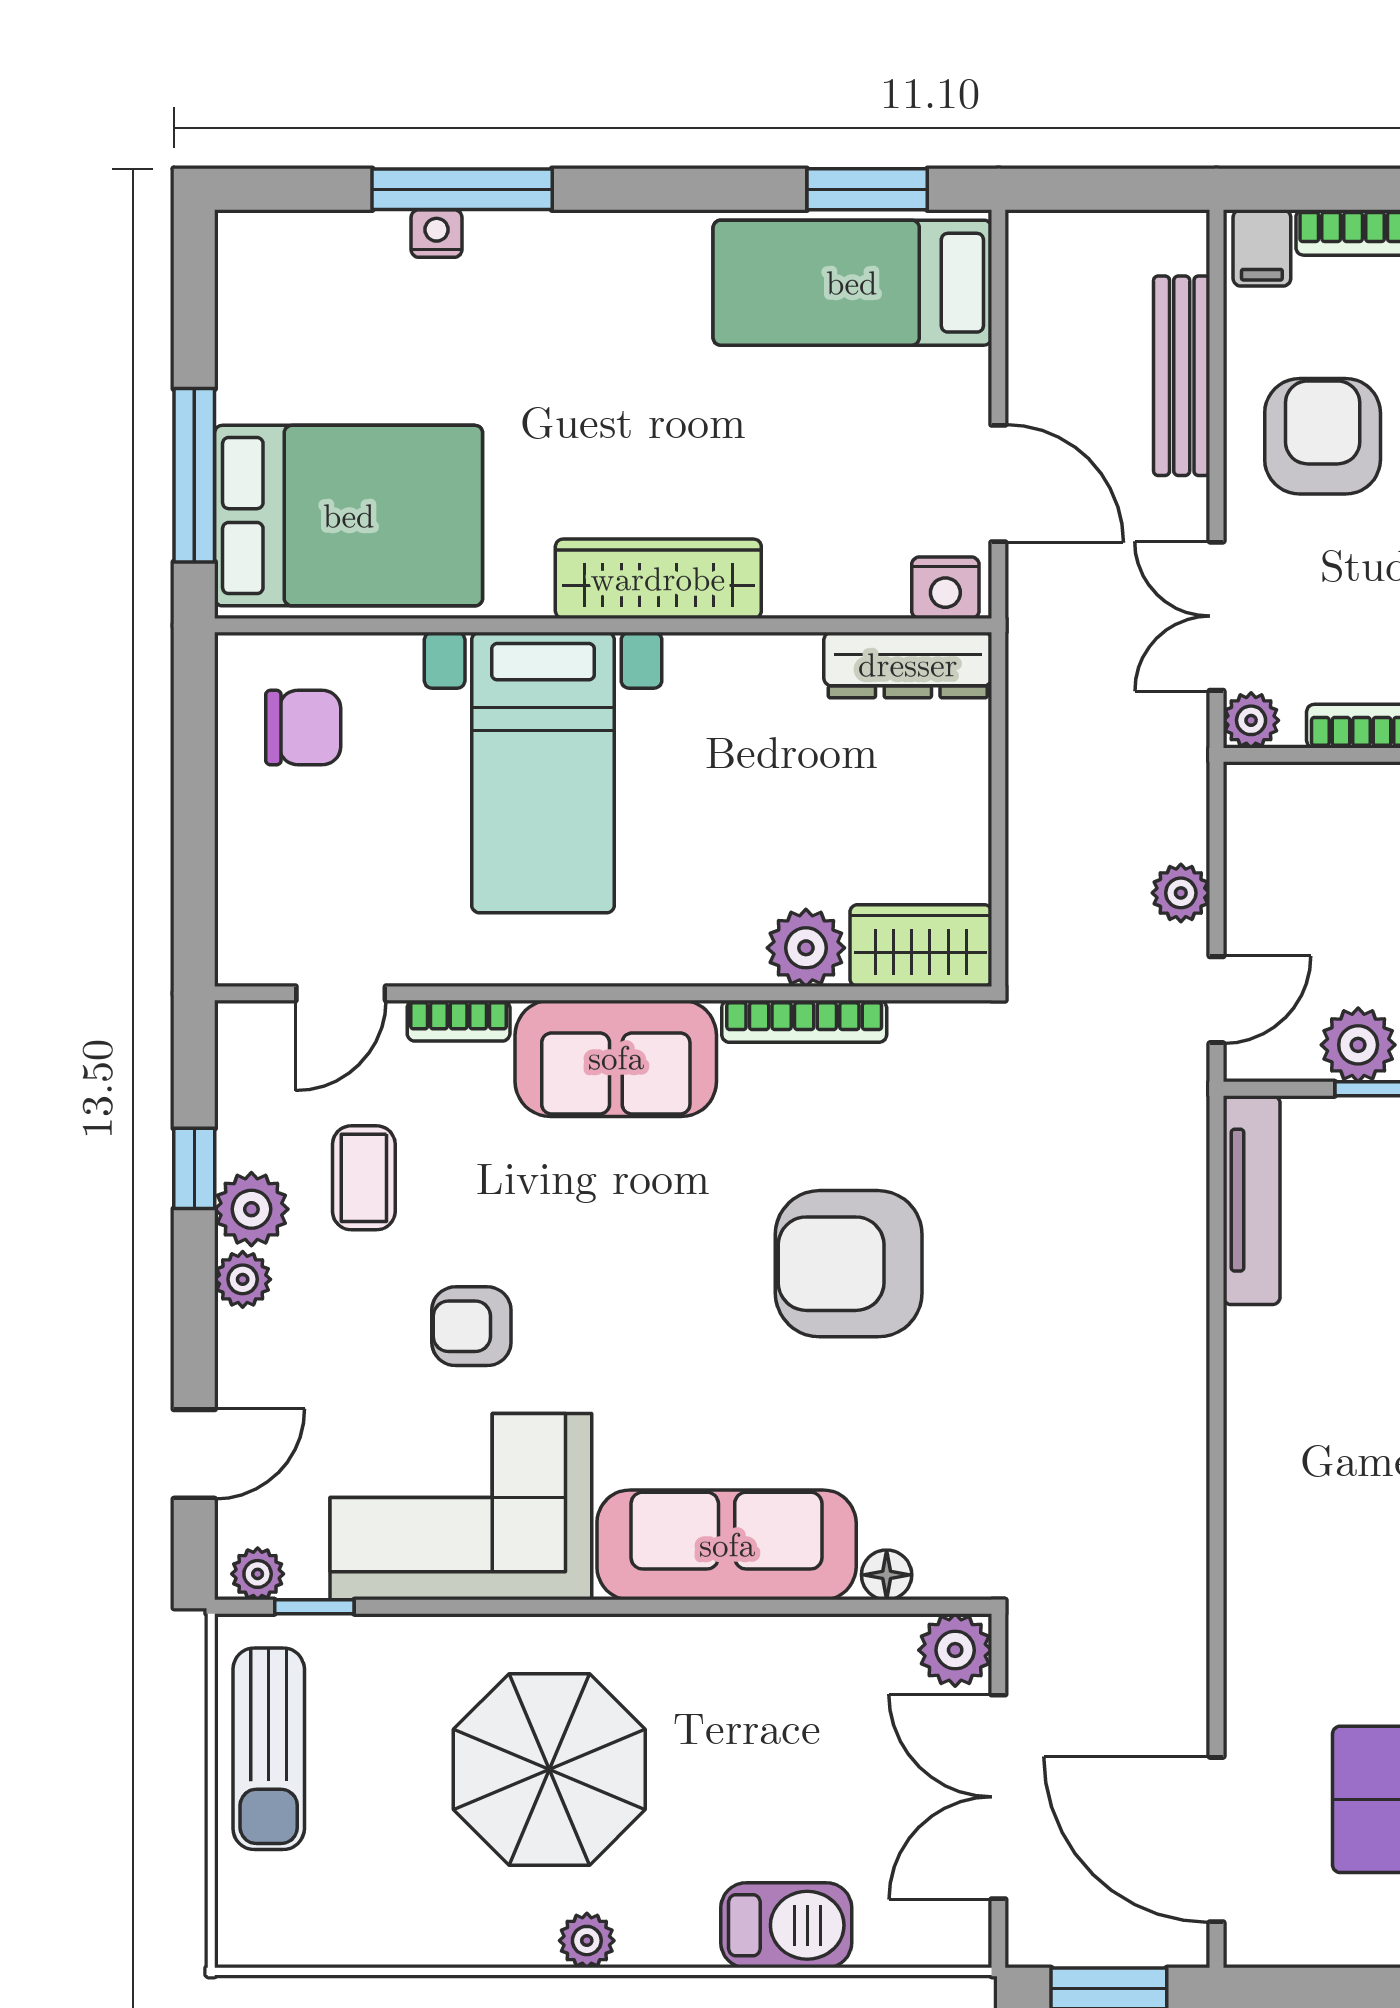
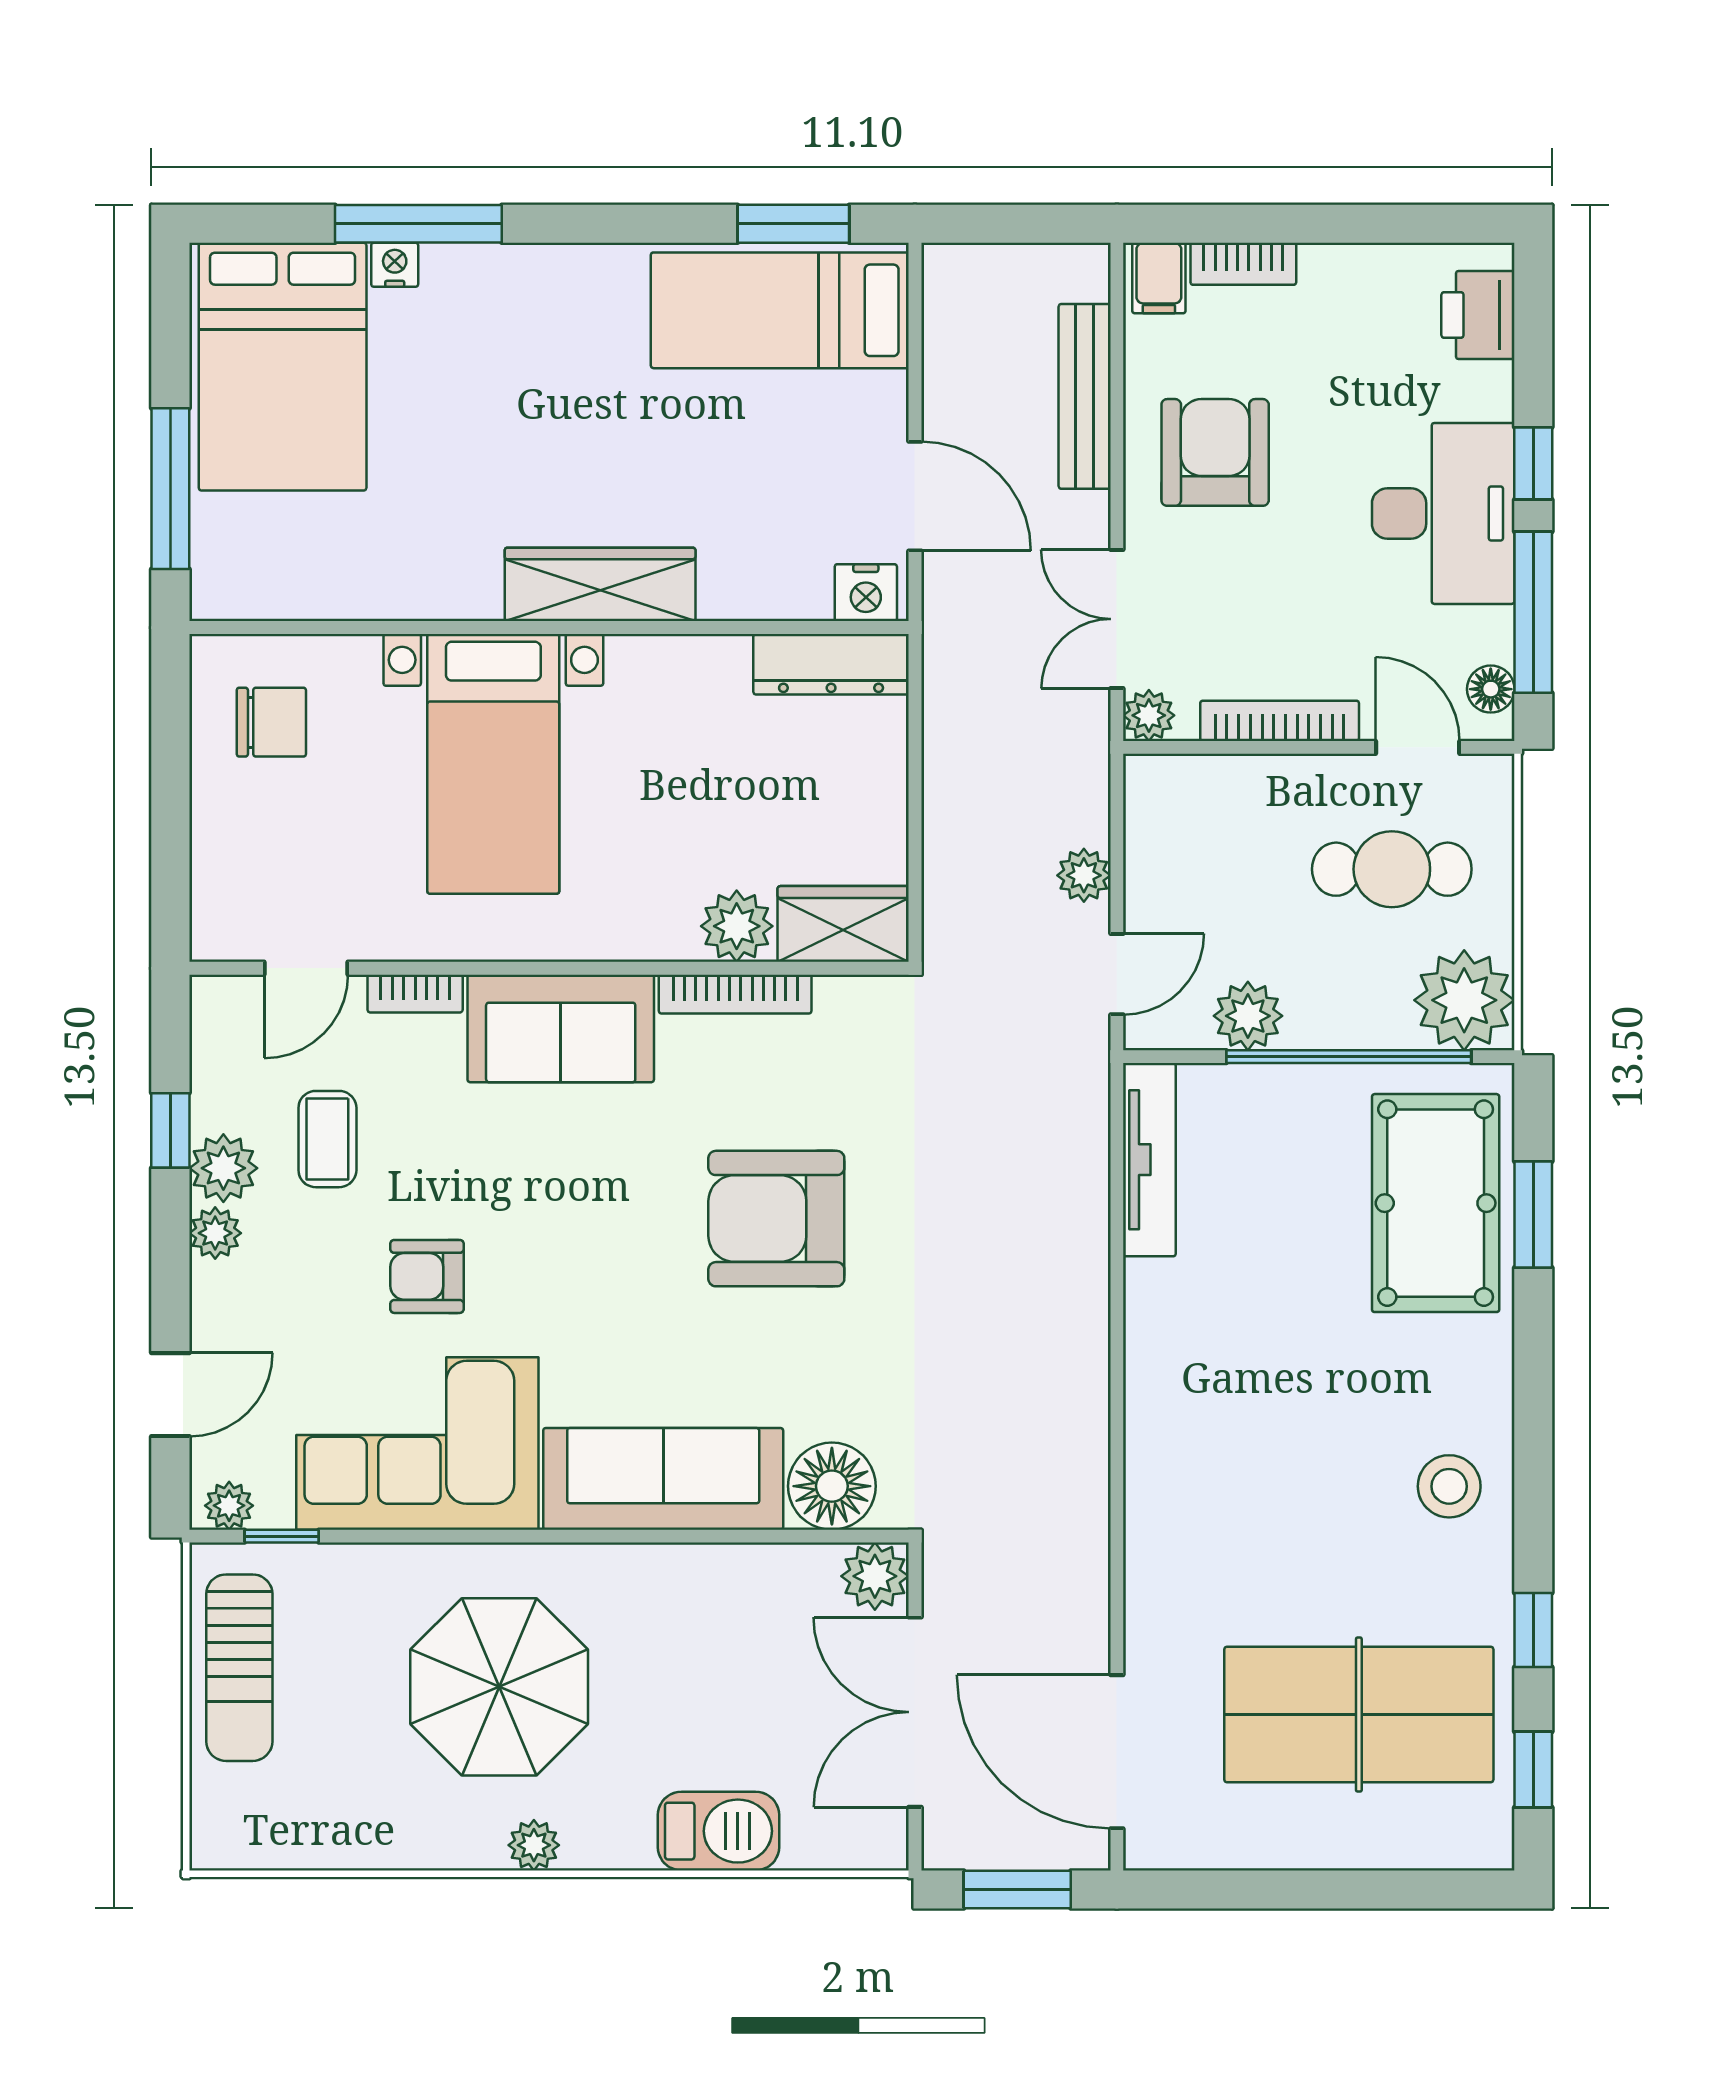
bed: (349, 516) -> (283, 367), moved, turned 90
floor lamp: (887, 1575) -> (832, 1486), width x1.89, depth x1.89

